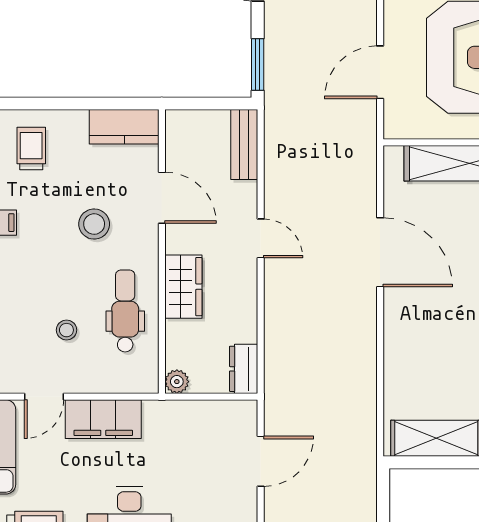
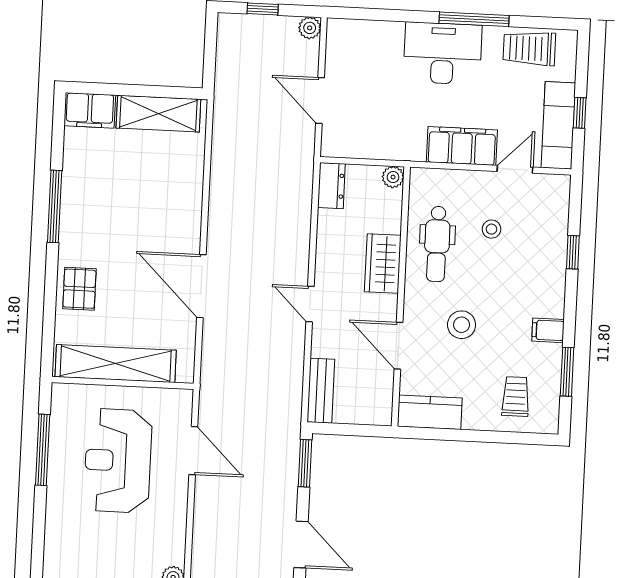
door: (380, 72) -> (193, 451), hinge flipped
trolley: (31, 149) -> (516, 397), turned 180
door: (261, 461) -> (320, 100), hinge flipped

